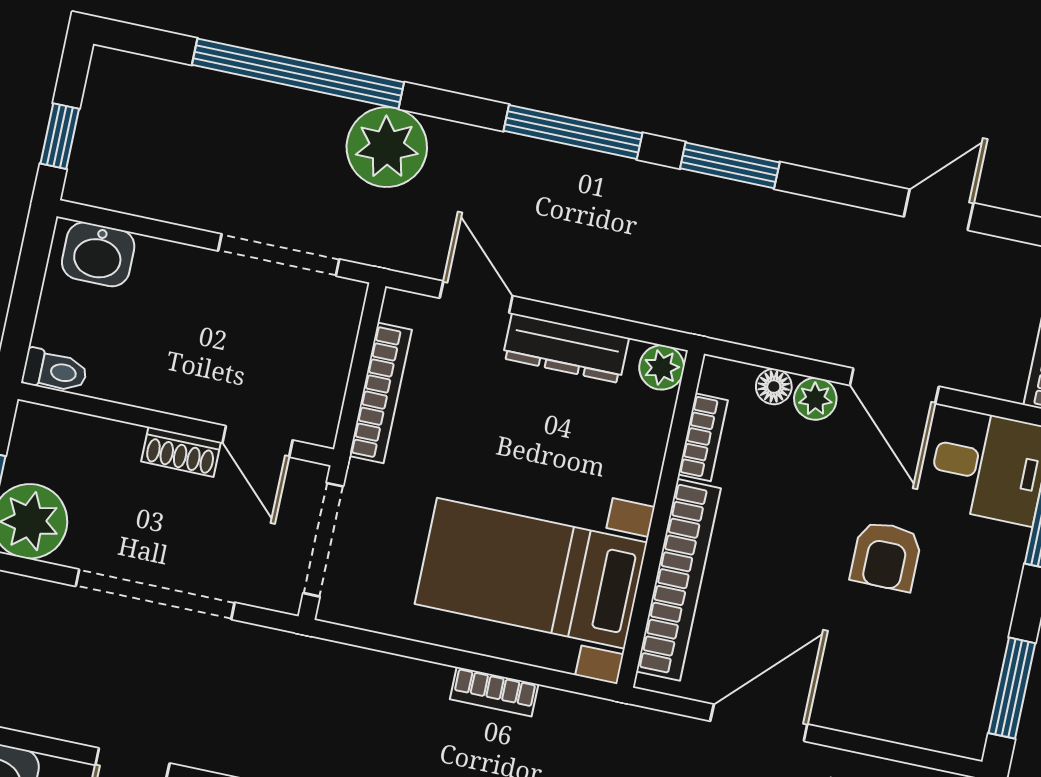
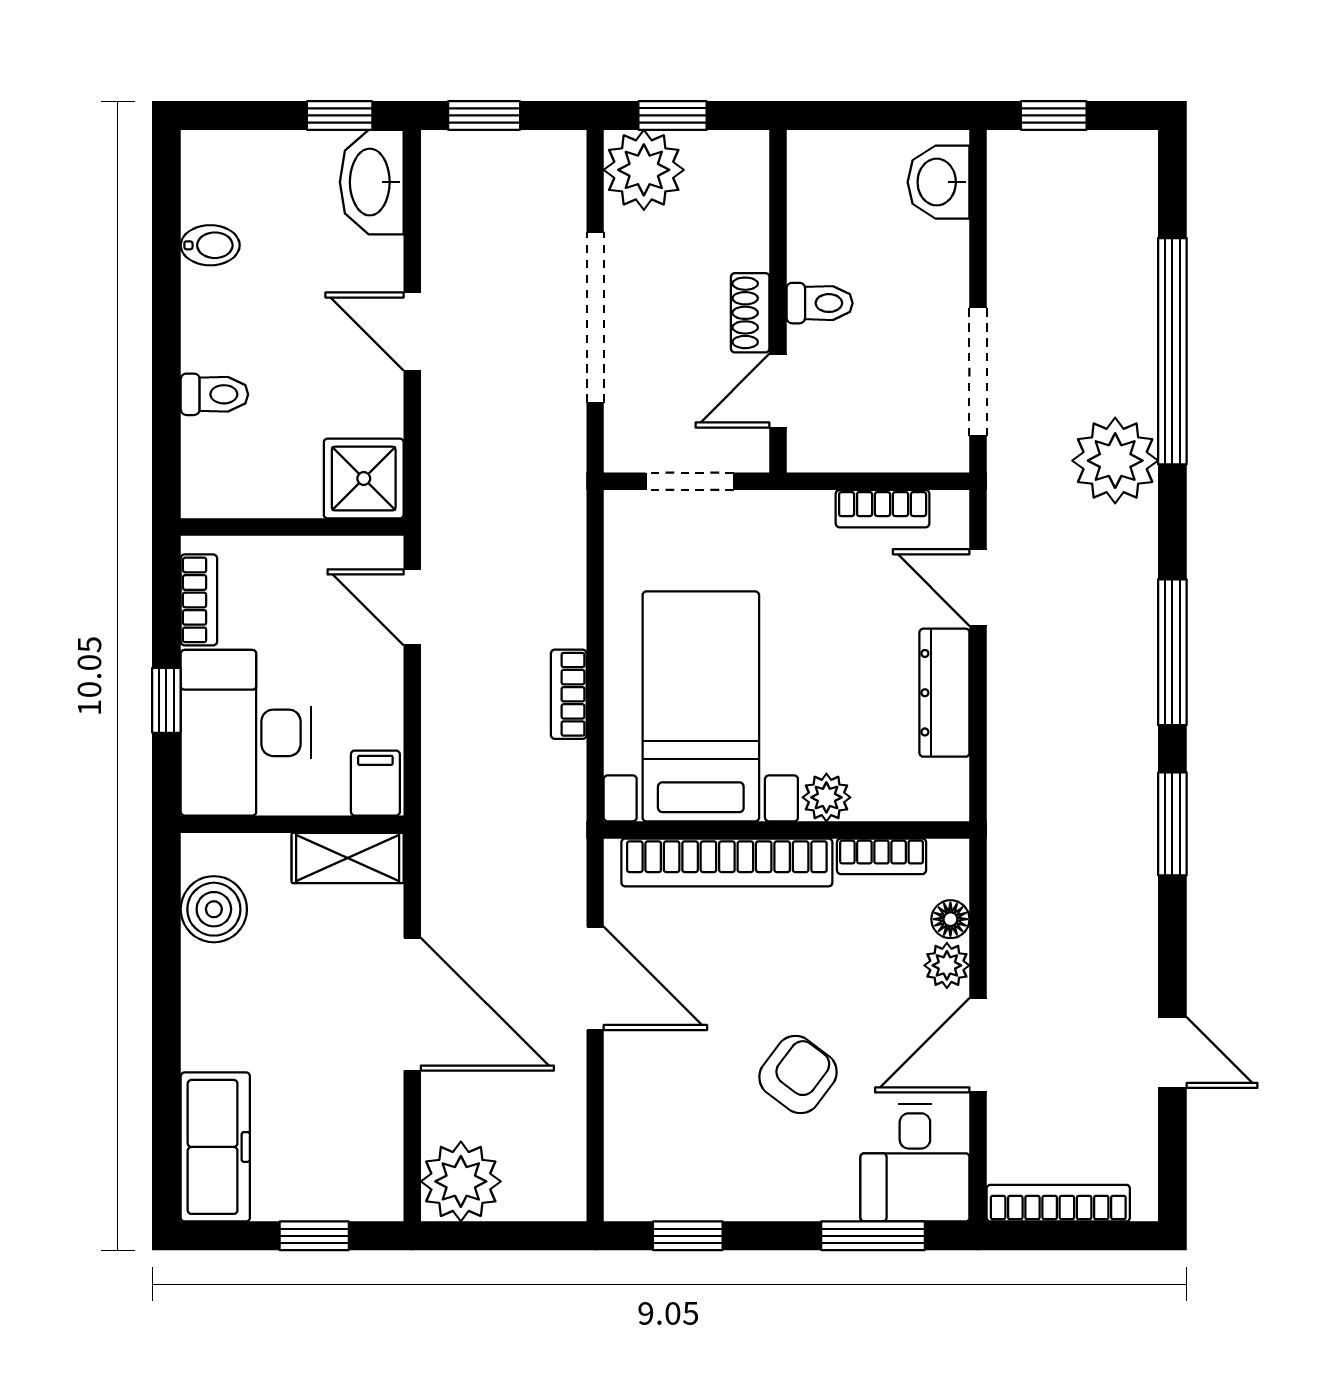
door: (476, 297) -> (978, 588), swing flipped
plant: (662, 367) -> (826, 797), moved
toilet: (55, 371) -> (820, 303), moved, turned -90
bookcase: (380, 393) -> (883, 509), width x0.64
doorway: (323, 540) -> (690, 481), width x0.73
armchair: (886, 556) -> (798, 1074), turned 127
window: (1012, 688) -> (688, 1236), width x0.67

